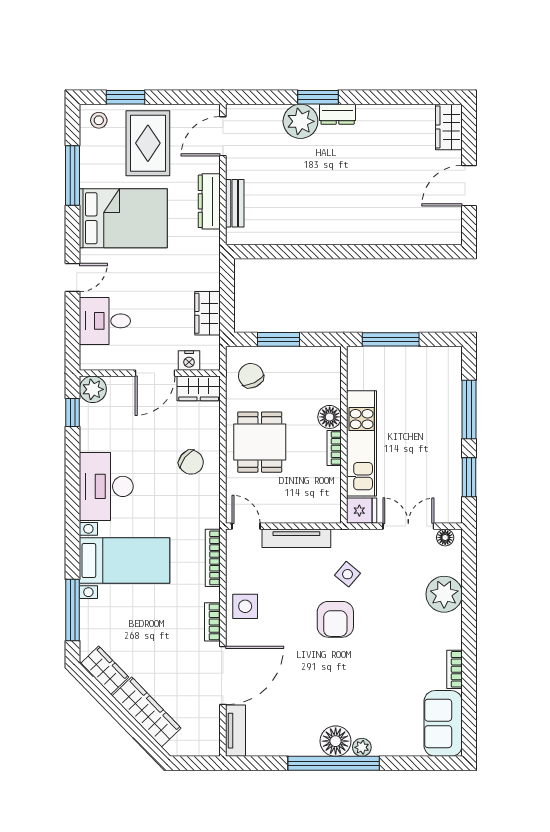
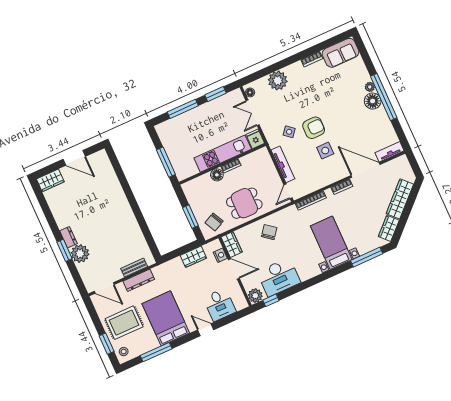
desk: (106, 486) -> (279, 277), moved
side table: (245, 606) -> (325, 151), moved

